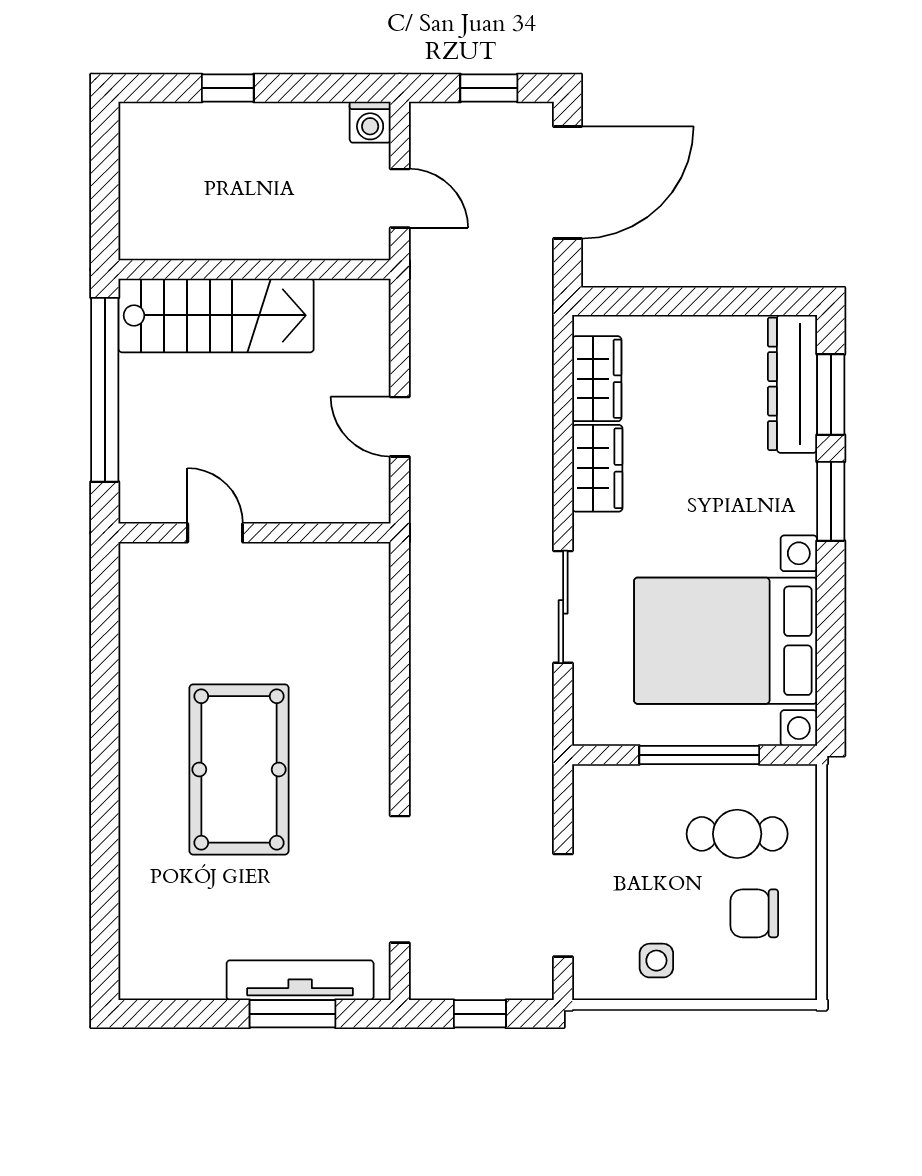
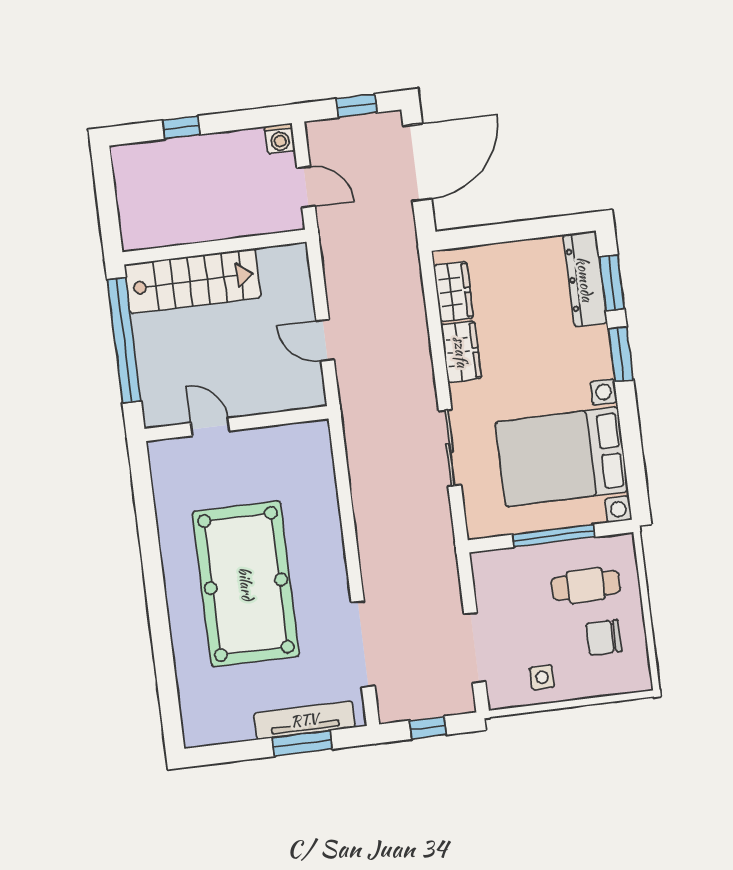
pool table: (239, 769) -> (246, 584), width x1.36, depth x1.32

